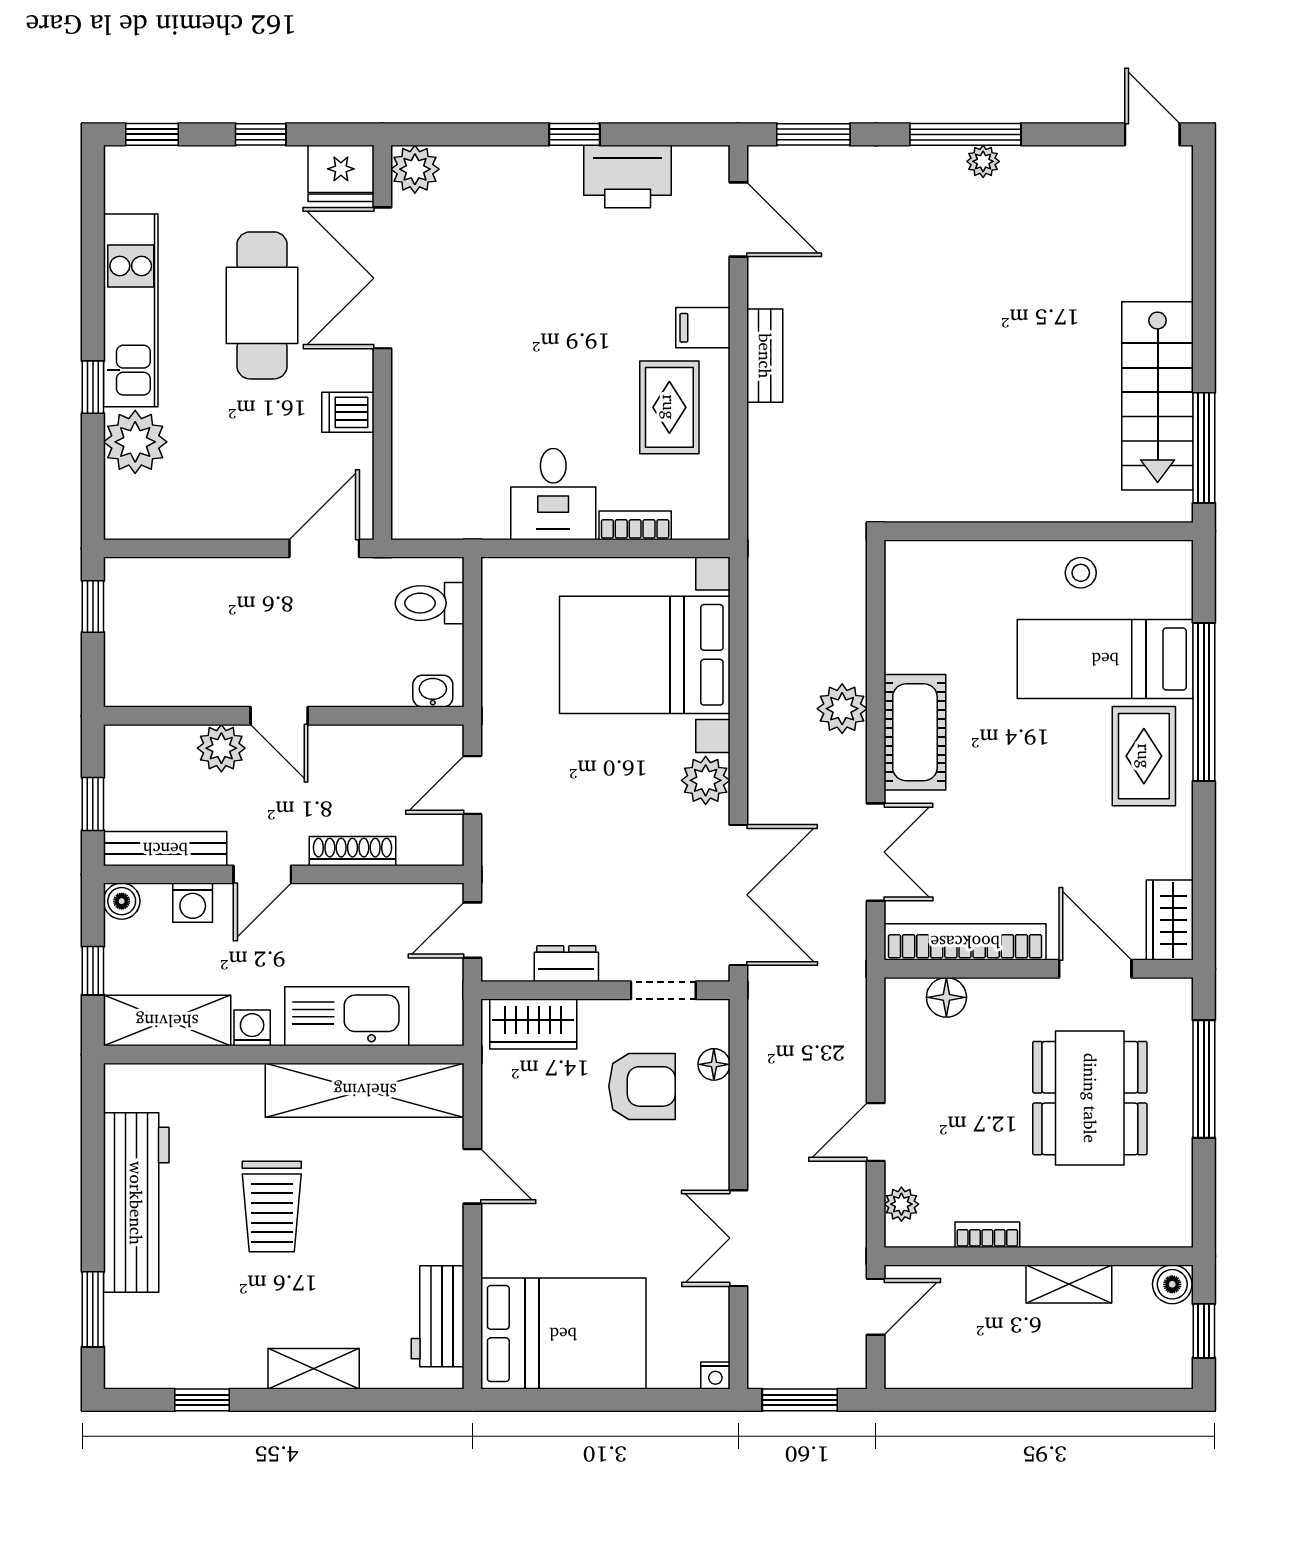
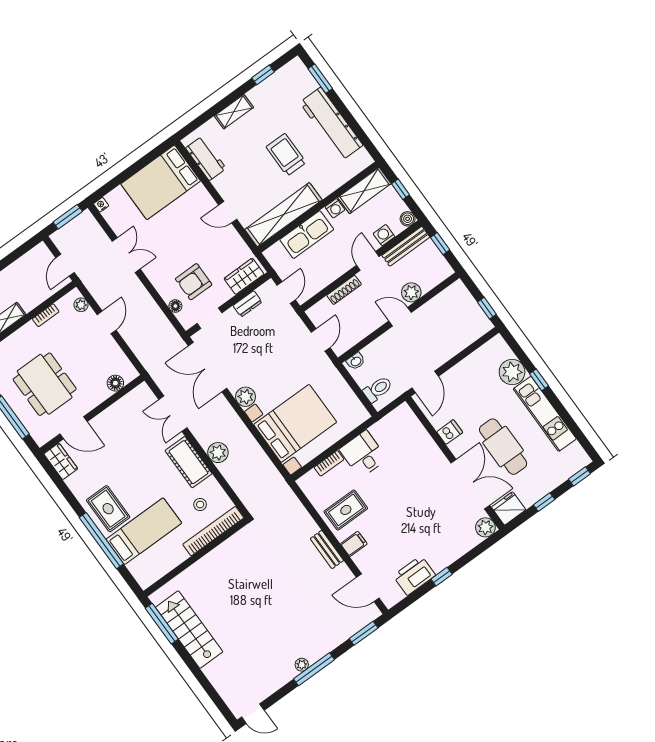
rug: (669, 407) -> (346, 510), turned 90
stool: (1081, 573) -> (200, 505), moved
bookcase: (965, 942) -> (213, 531), moved, turned 180

